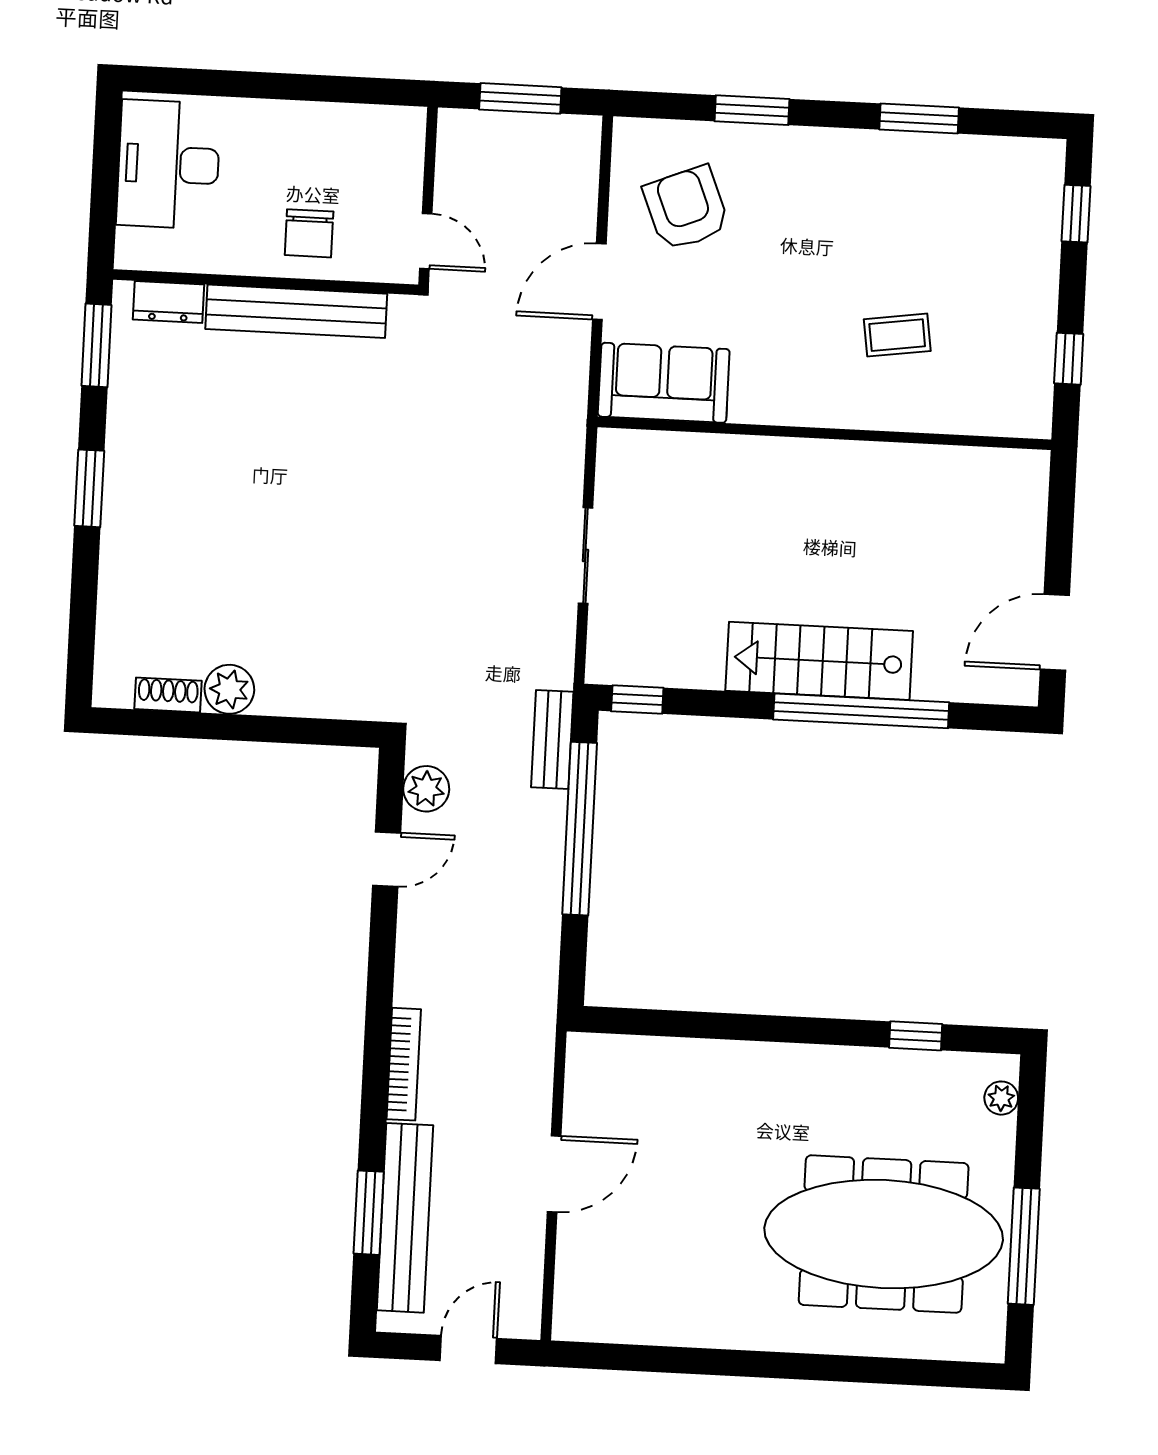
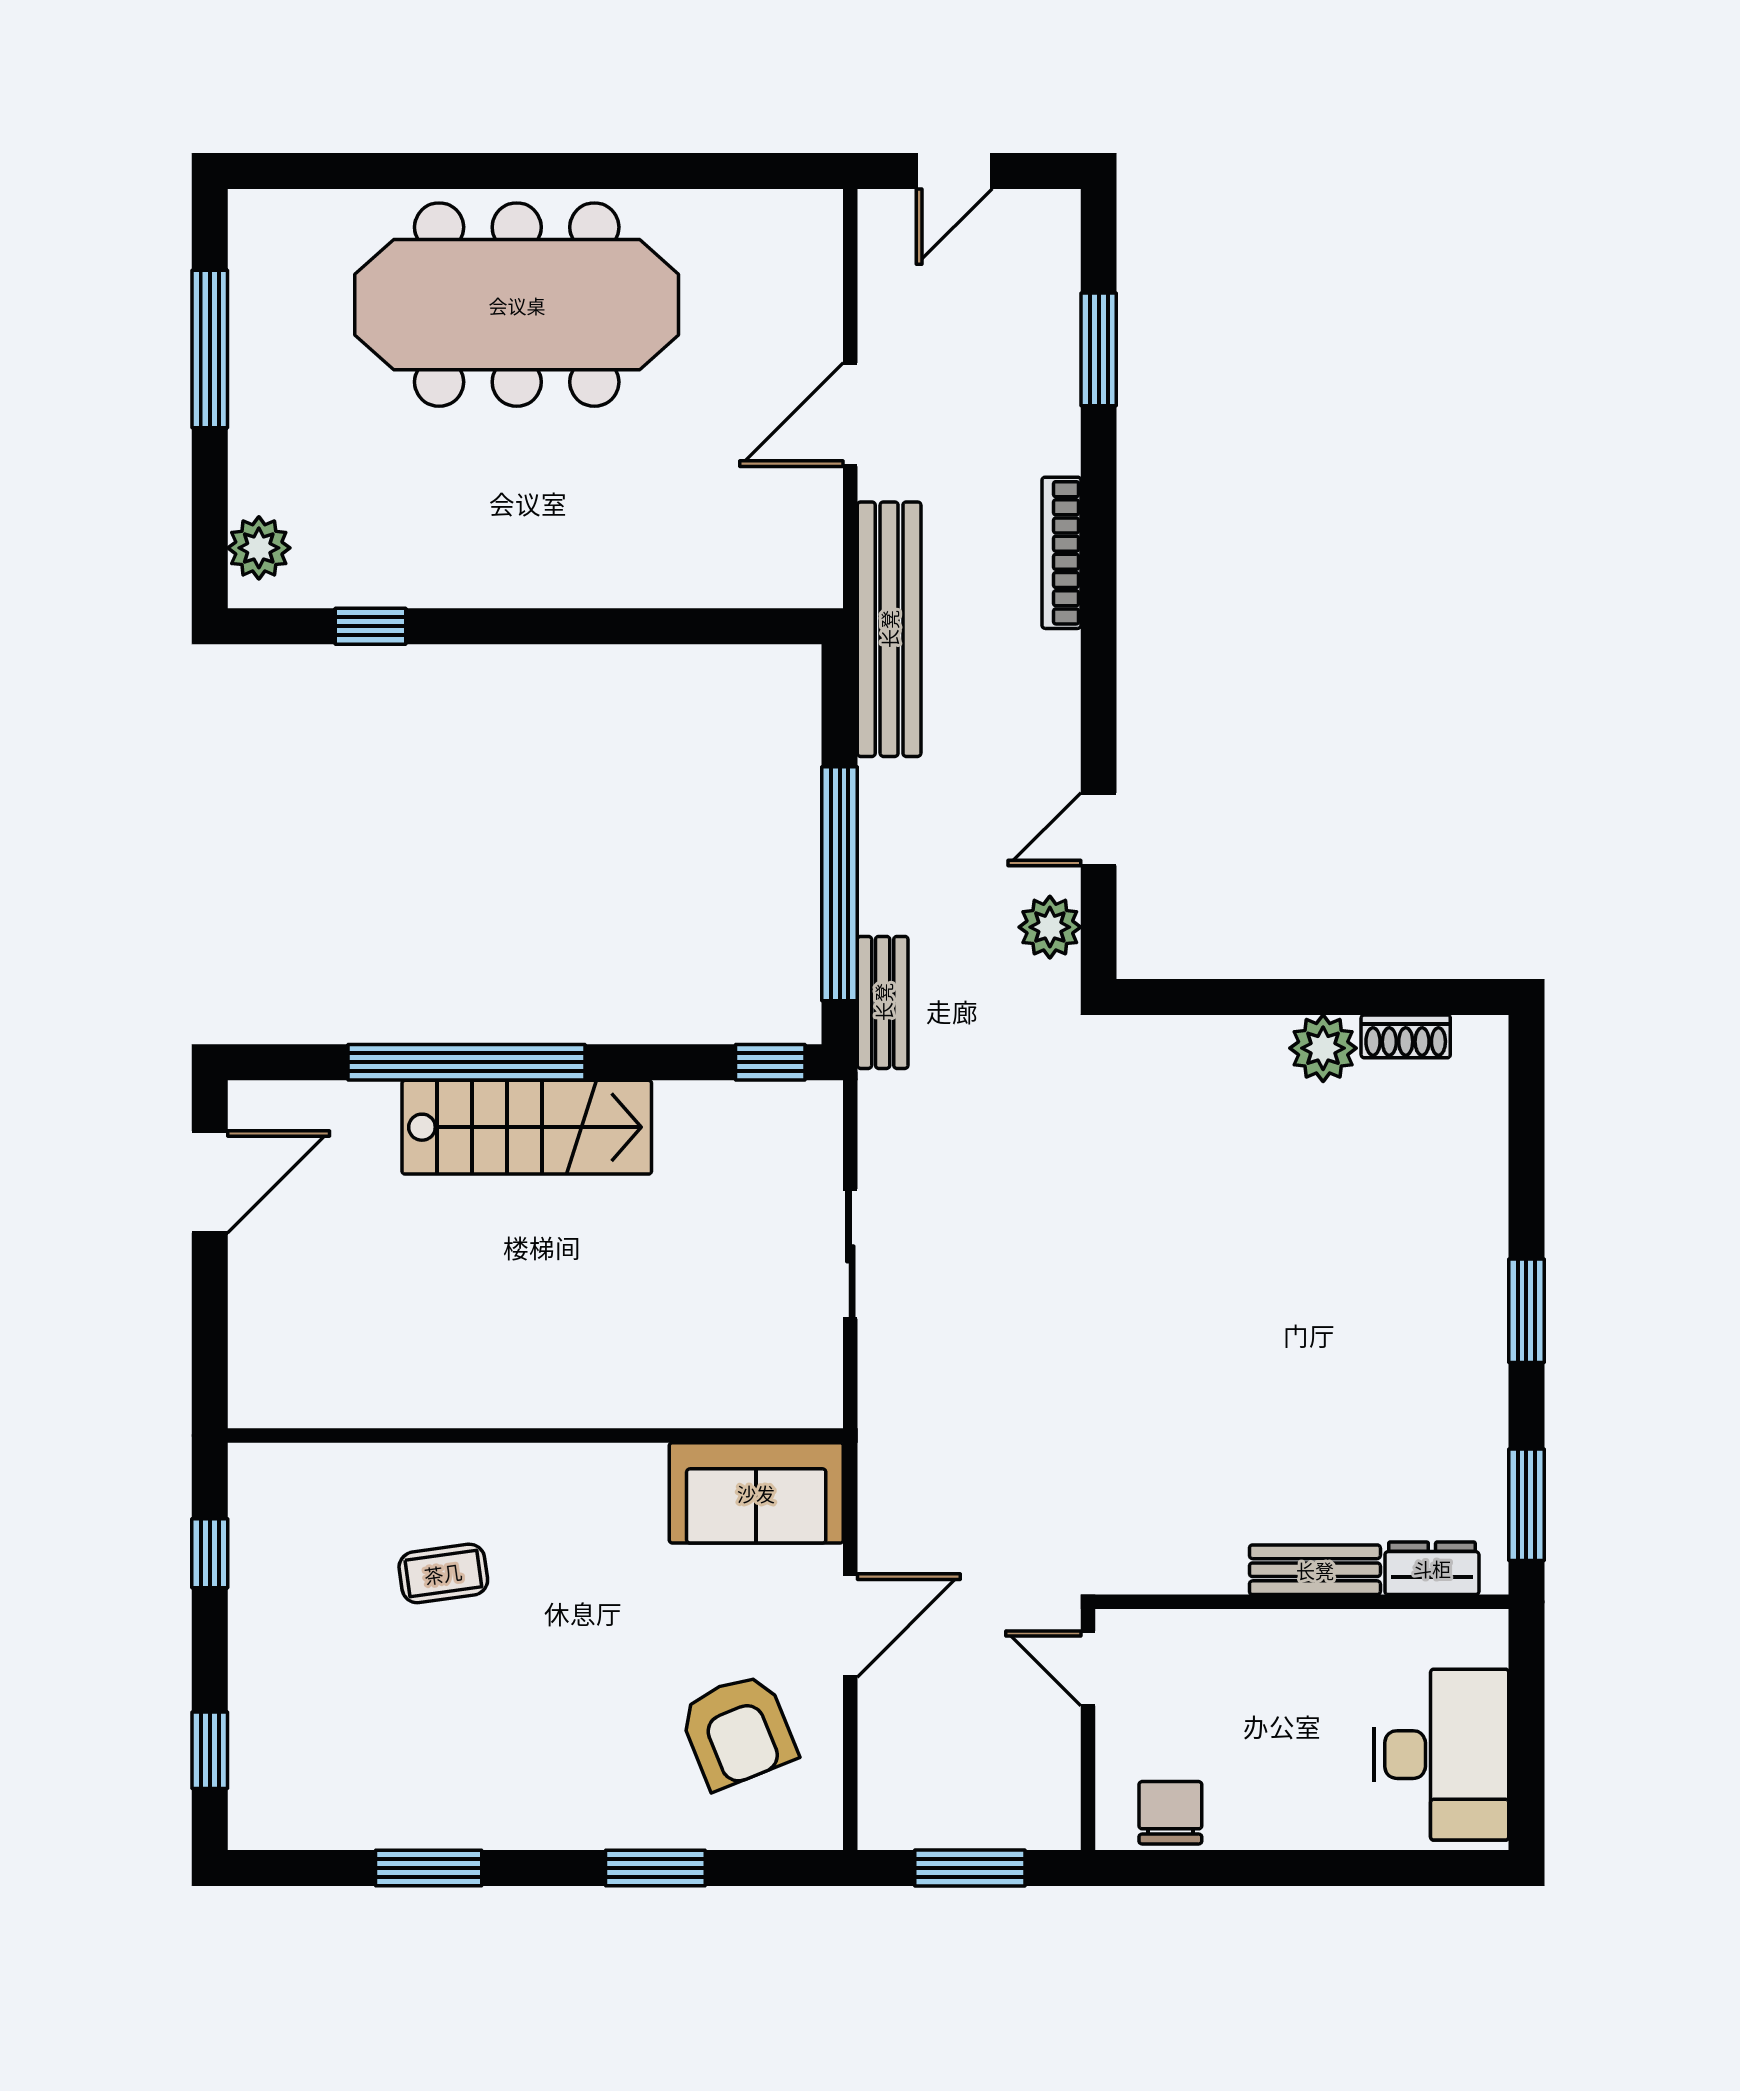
chair: (309, 233) -> (1170, 1813), moved
bench: (296, 311) -> (1315, 1570), width x0.54, depth x0.82
plant: (1001, 1098) -> (259, 548), width x1.38, depth x1.38
bench: (405, 1218) -> (889, 629), moved
meeting table: (884, 1234) -> (517, 305), moved

